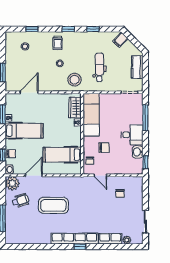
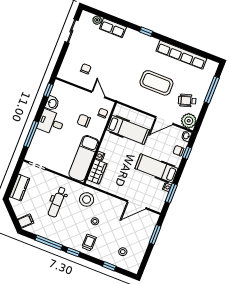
window: (93, 29) -> (49, 243), width x2.17
row of seats: (74, 239) -> (181, 55), moved

